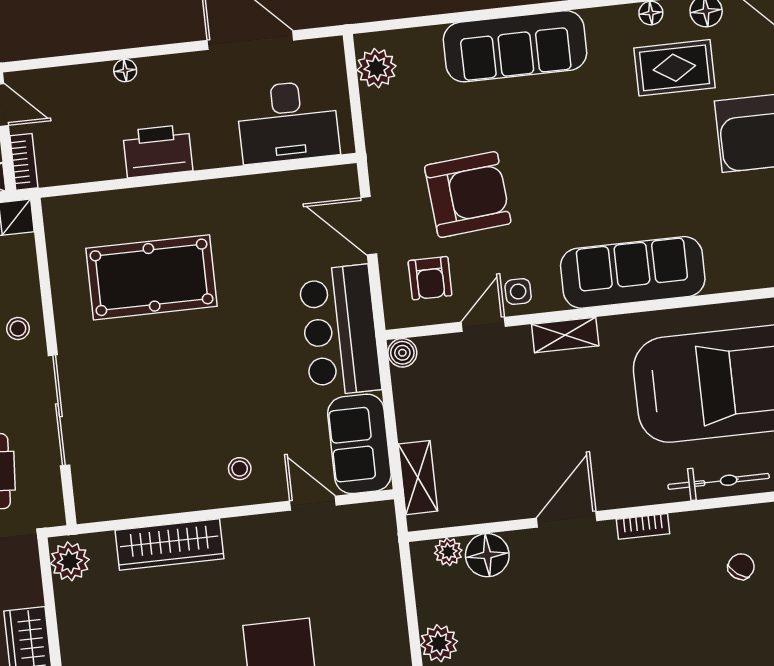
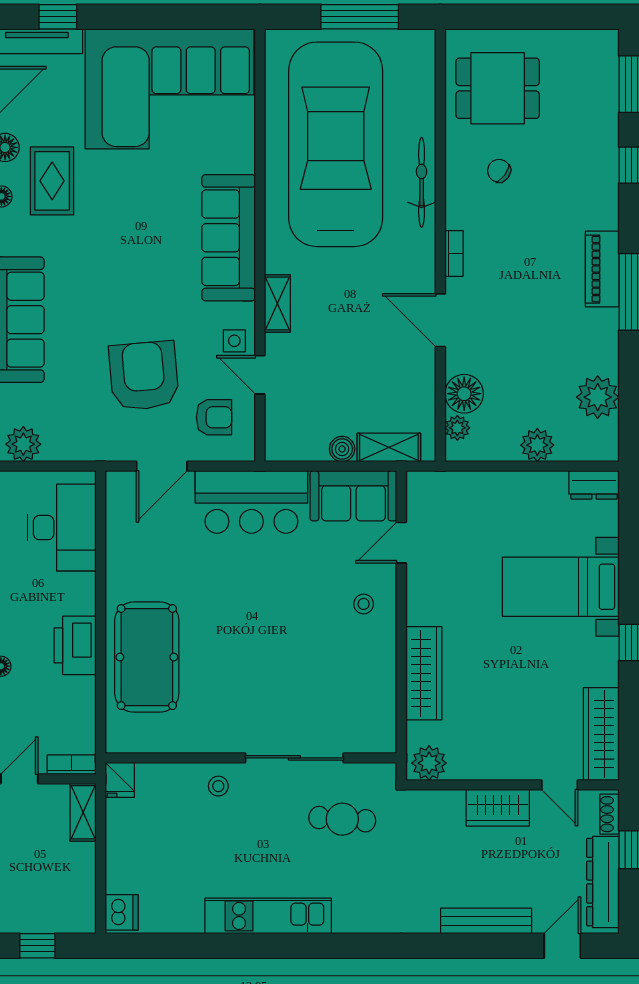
pool table: (151, 277) -> (147, 657), moved
boiler: (402, 353) -> (342, 449), moved

